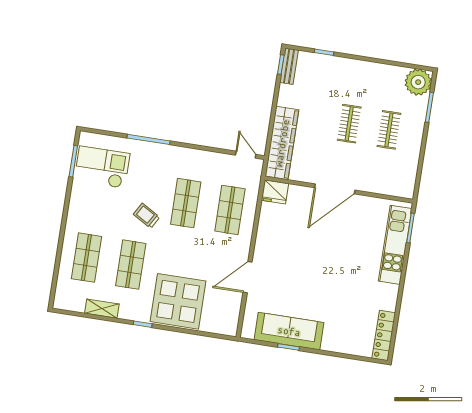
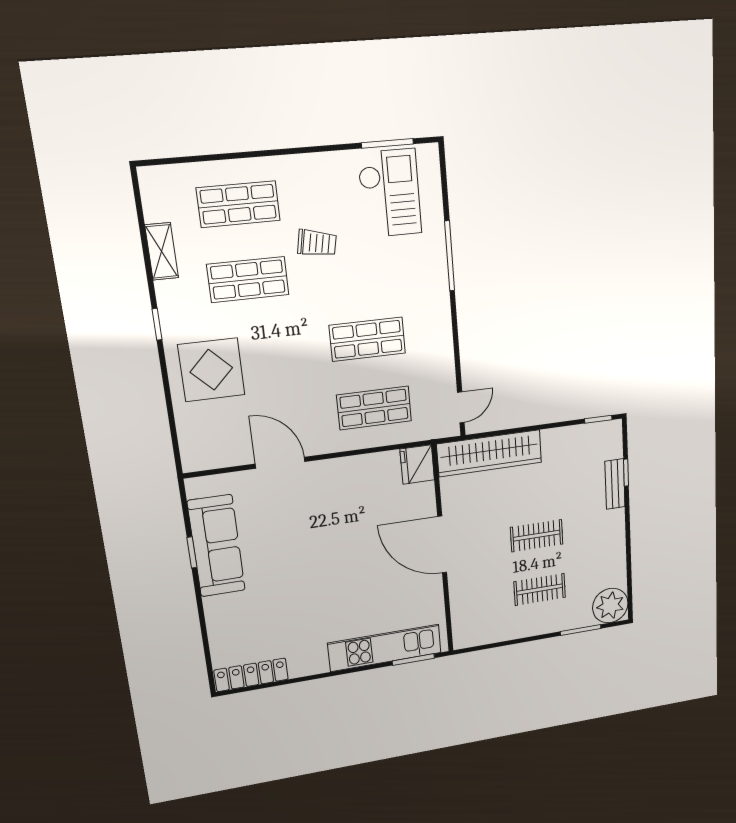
bench: (289, 66) -> (615, 484), moved, turned 90
trolley: (147, 216) -> (317, 243), moved, turned 71
display table: (178, 301) -> (211, 370), width x0.73, depth x0.73

